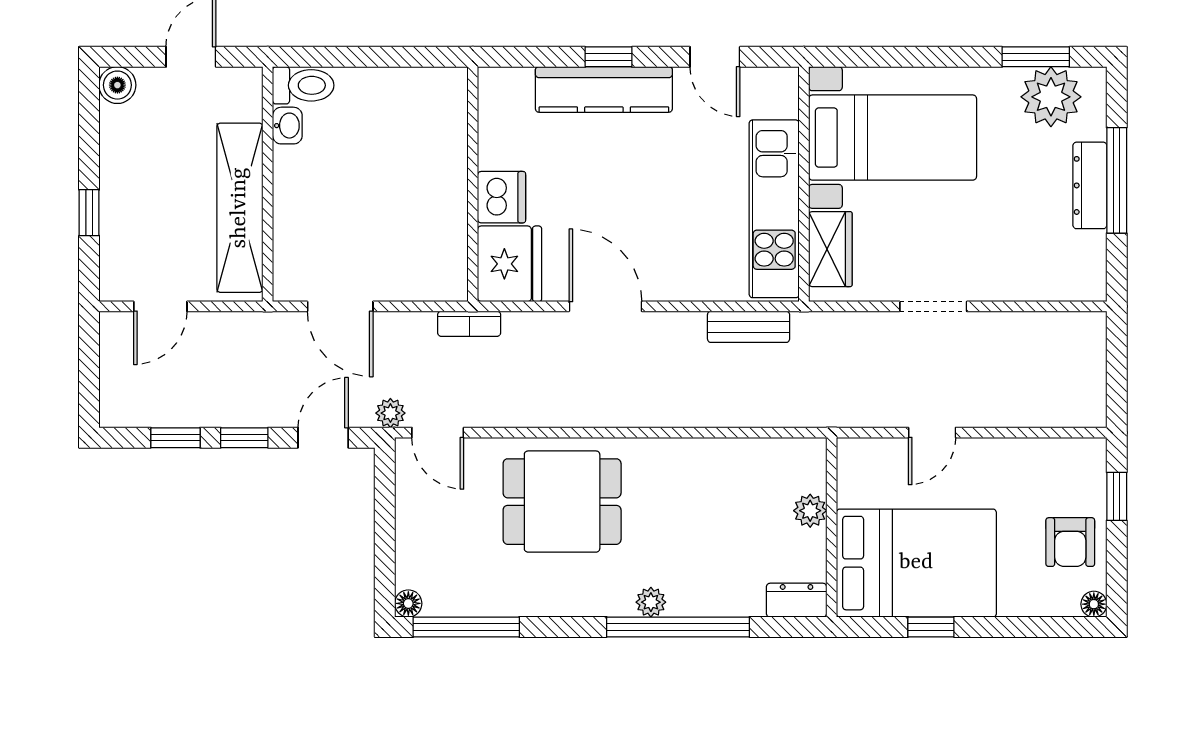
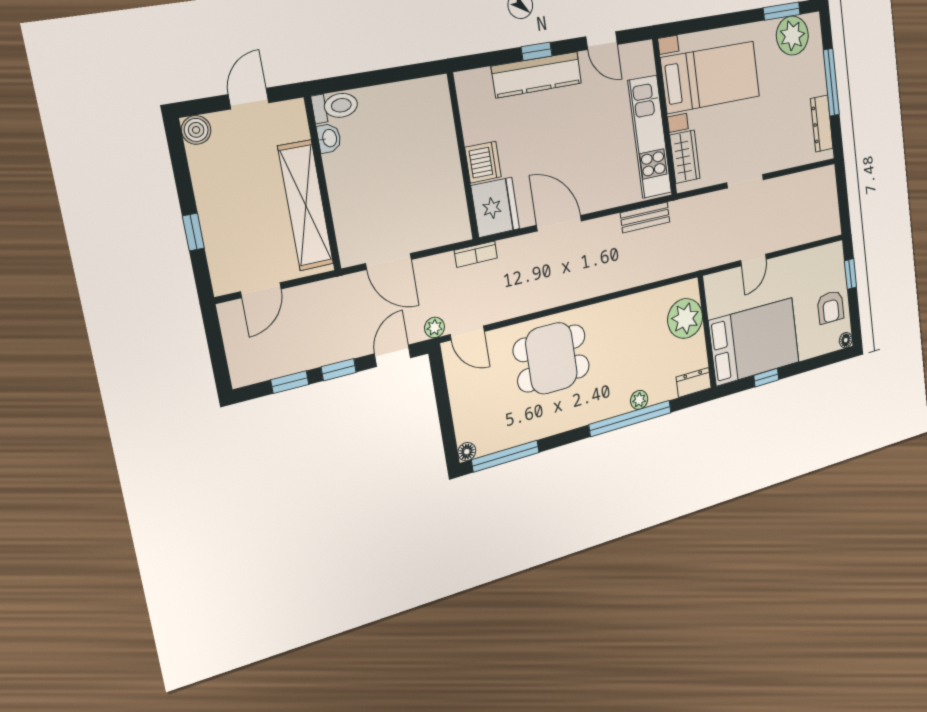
dresser: (1090, 185) -> (822, 124), moved
plant: (810, 511) -> (685, 318), width x1.87, depth x1.87
plant: (651, 602) -> (639, 400), moved

